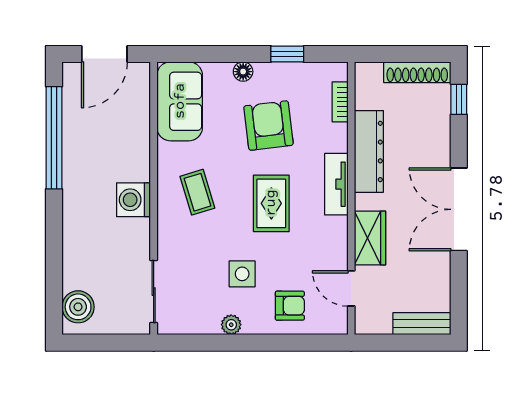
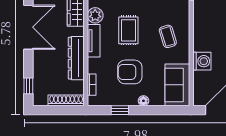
shoe rack: (417, 72) -> (66, 100), moved
armchair: (269, 126) -> (130, 72), turned 97
washing machine: (134, 200) -> (202, 61), moved
plant: (334, 232) -> (95, 15), added

